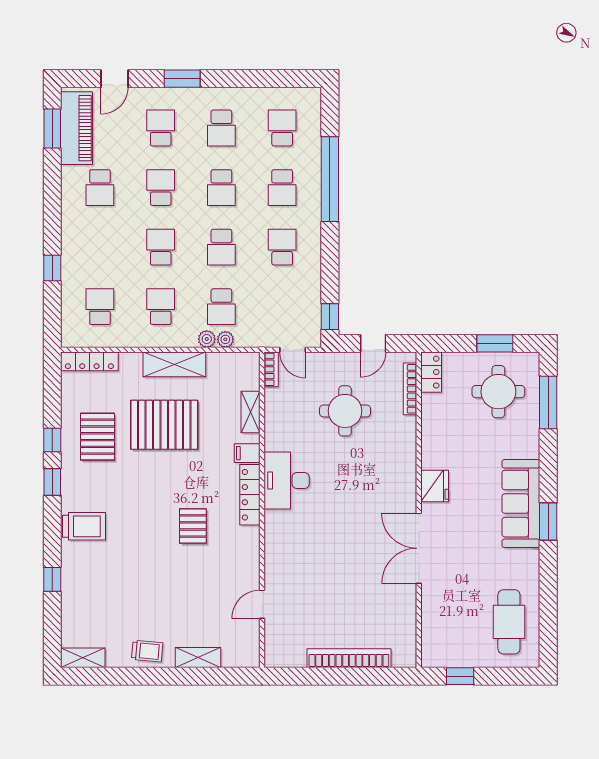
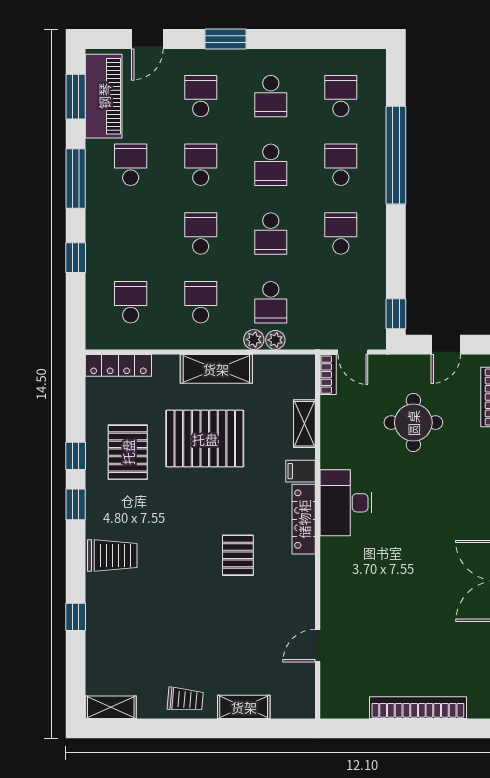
school desk: (100, 188) -> (131, 165), turned 180
school desk: (282, 188) -> (341, 165), turned 180
window: (52, 199) -> (76, 179), added

